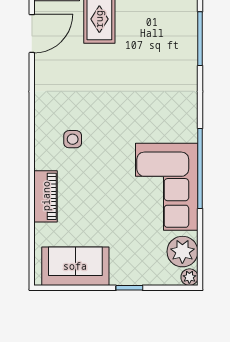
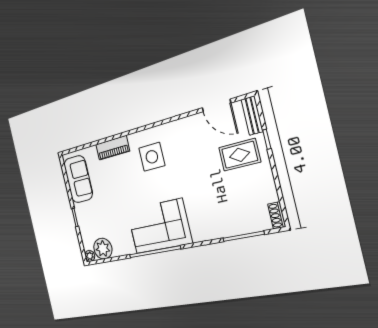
side table: (73, 139) -> (152, 157), width x1.87, depth x1.87
corner sofa: (167, 187) -> (159, 226), moved

